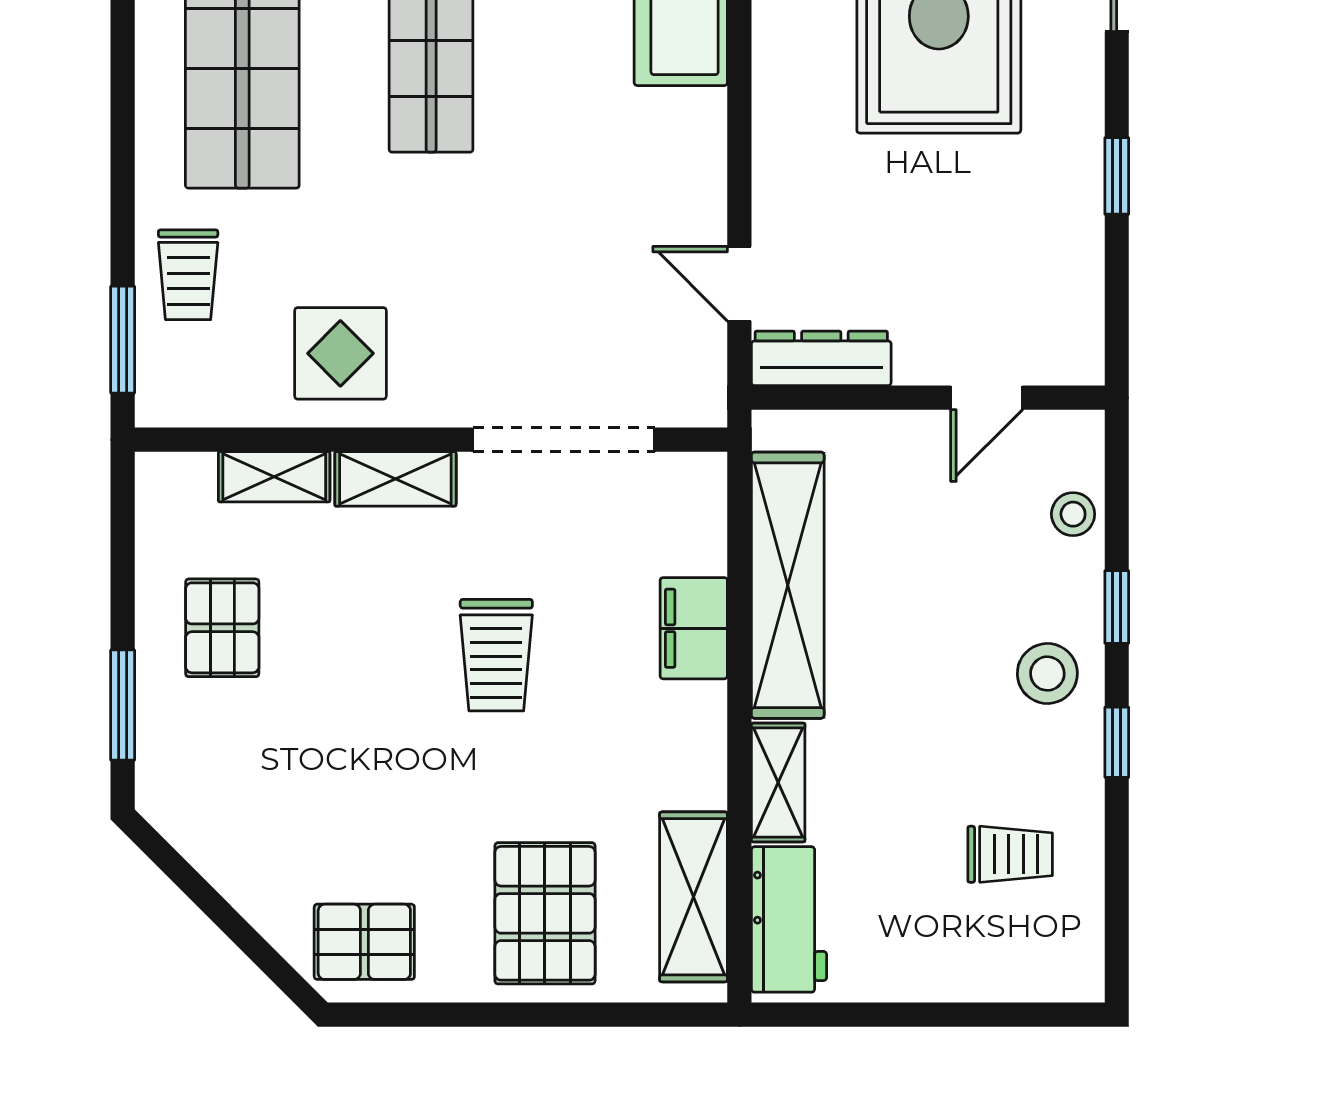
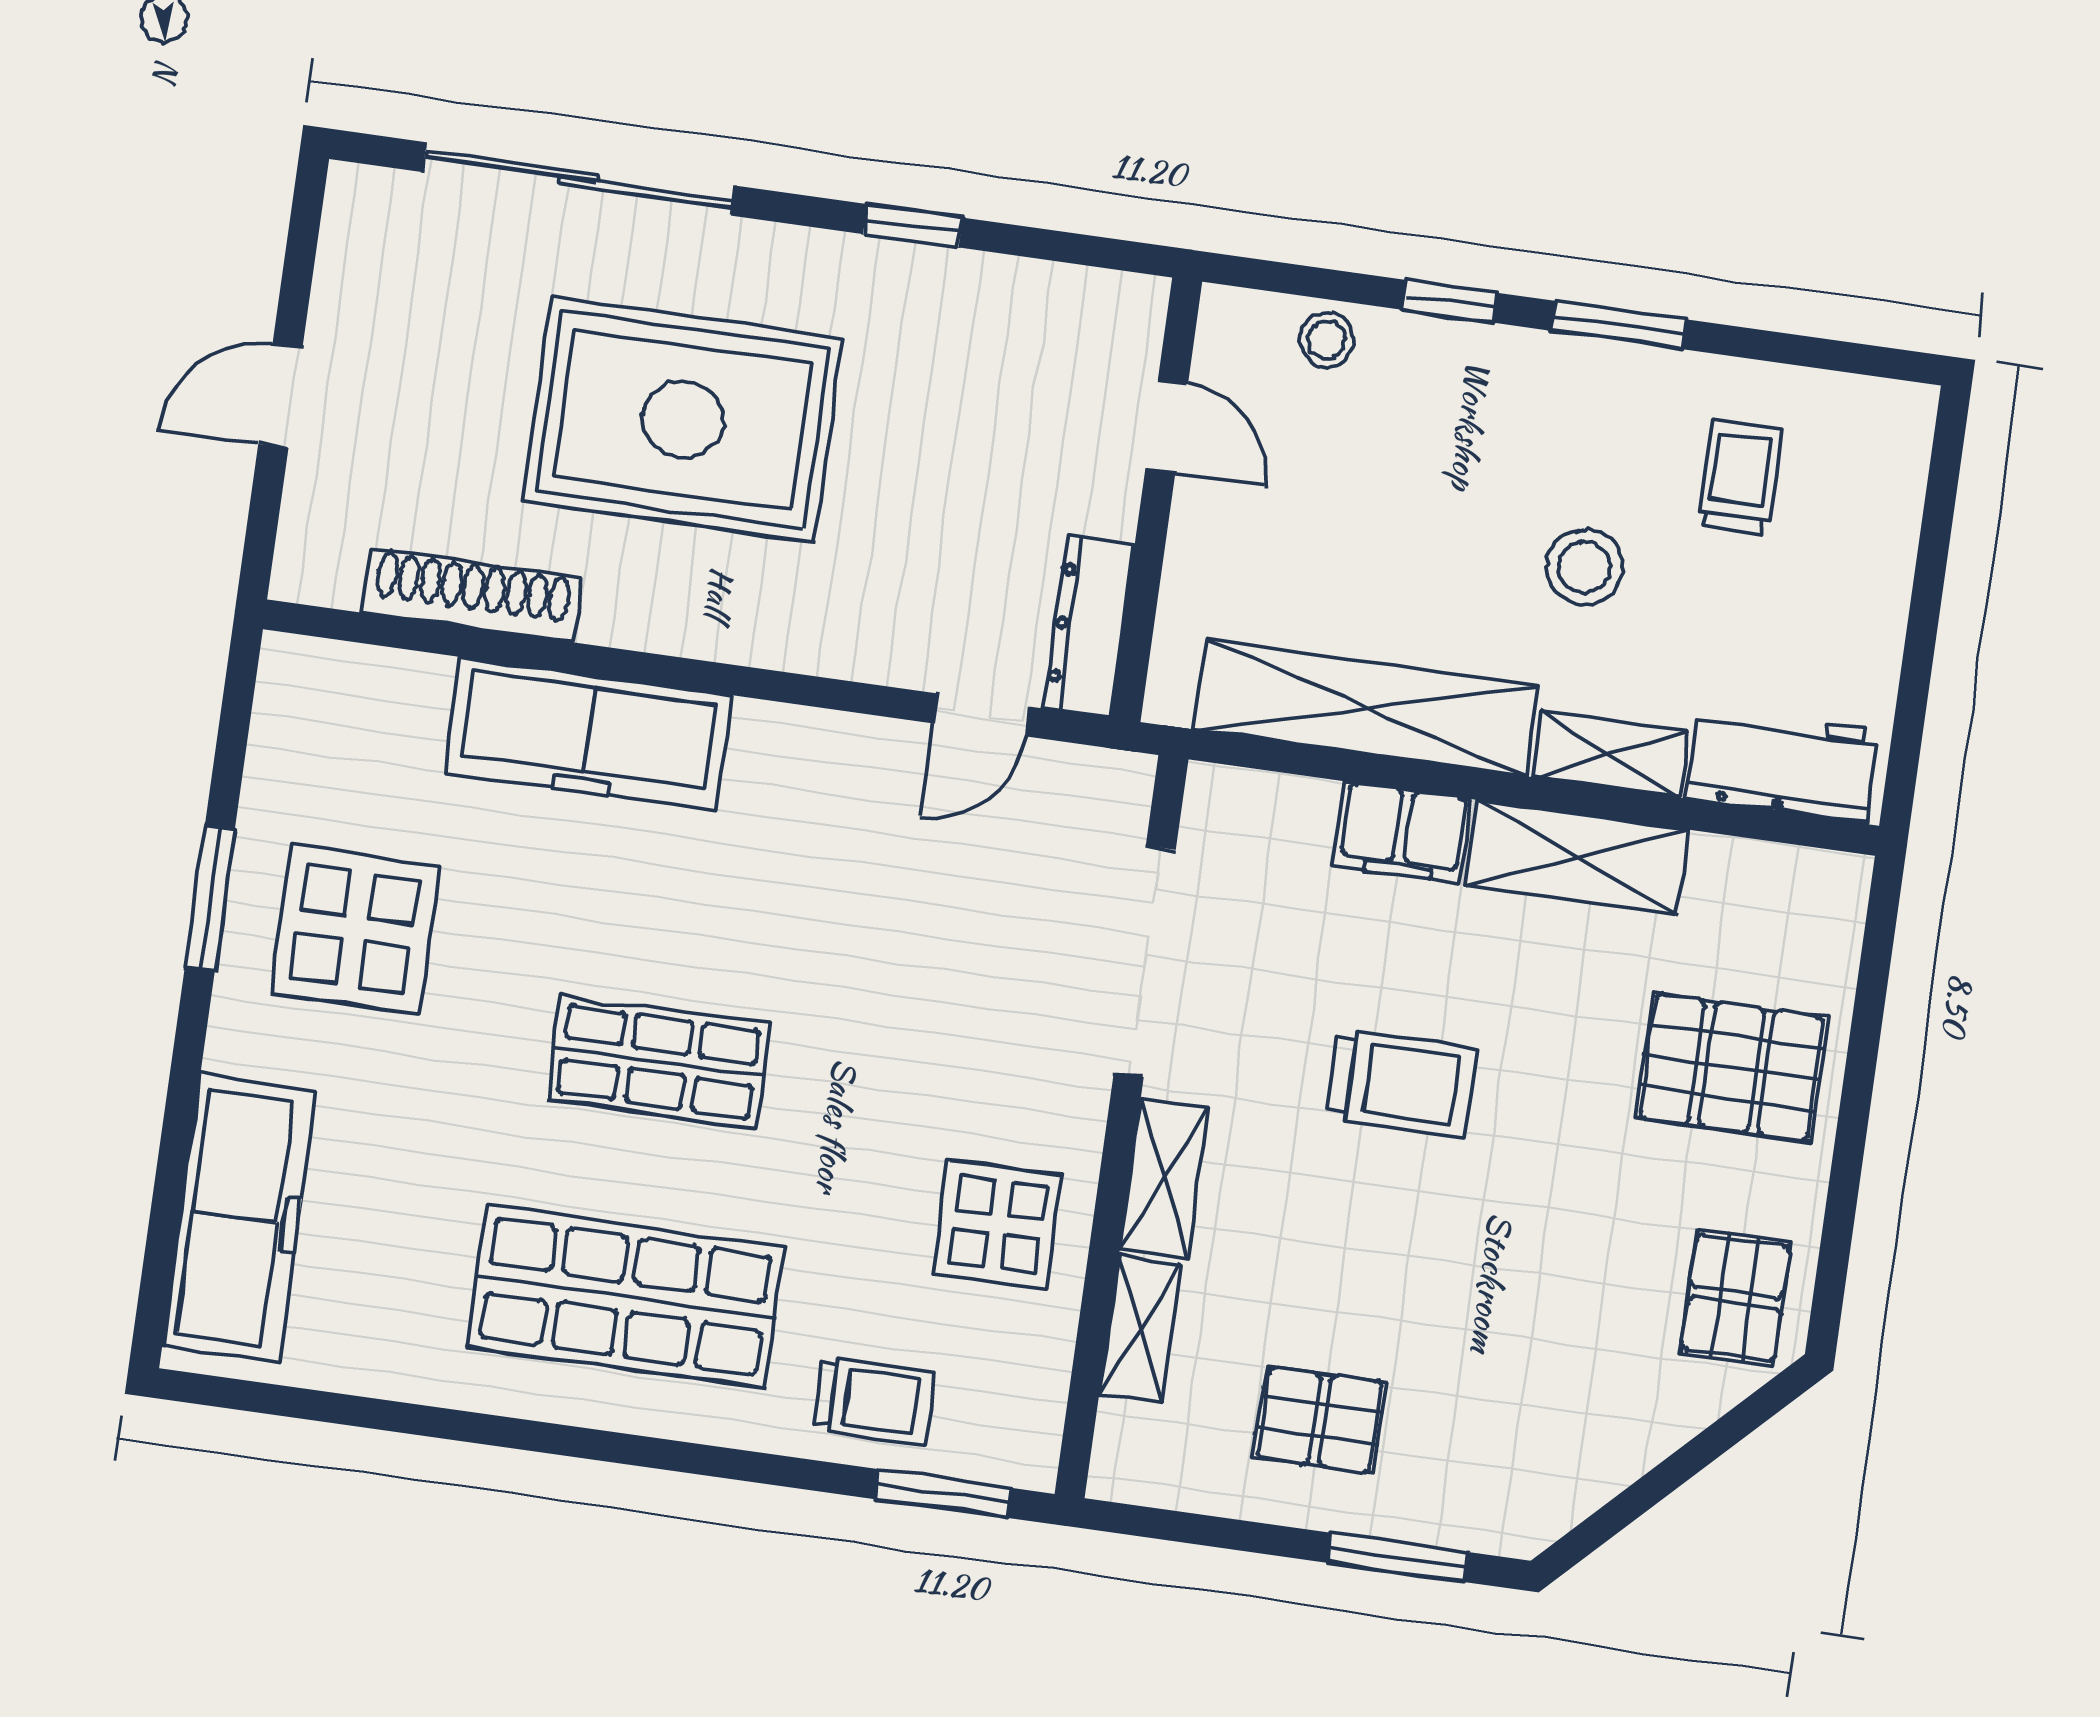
stool: (1047, 674) -> (1585, 567), moved
window: (1117, 742) -> (1619, 325), width x1.50
shelving: (694, 897) -> (1577, 857), moved

